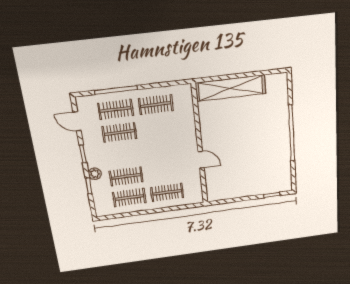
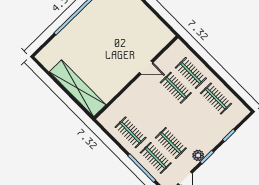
door: (201, 160) -> (146, 67), swing flipped
plant: (95, 174) -> (198, 155), moved
clothes rail: (126, 176) -> (176, 88), moved

